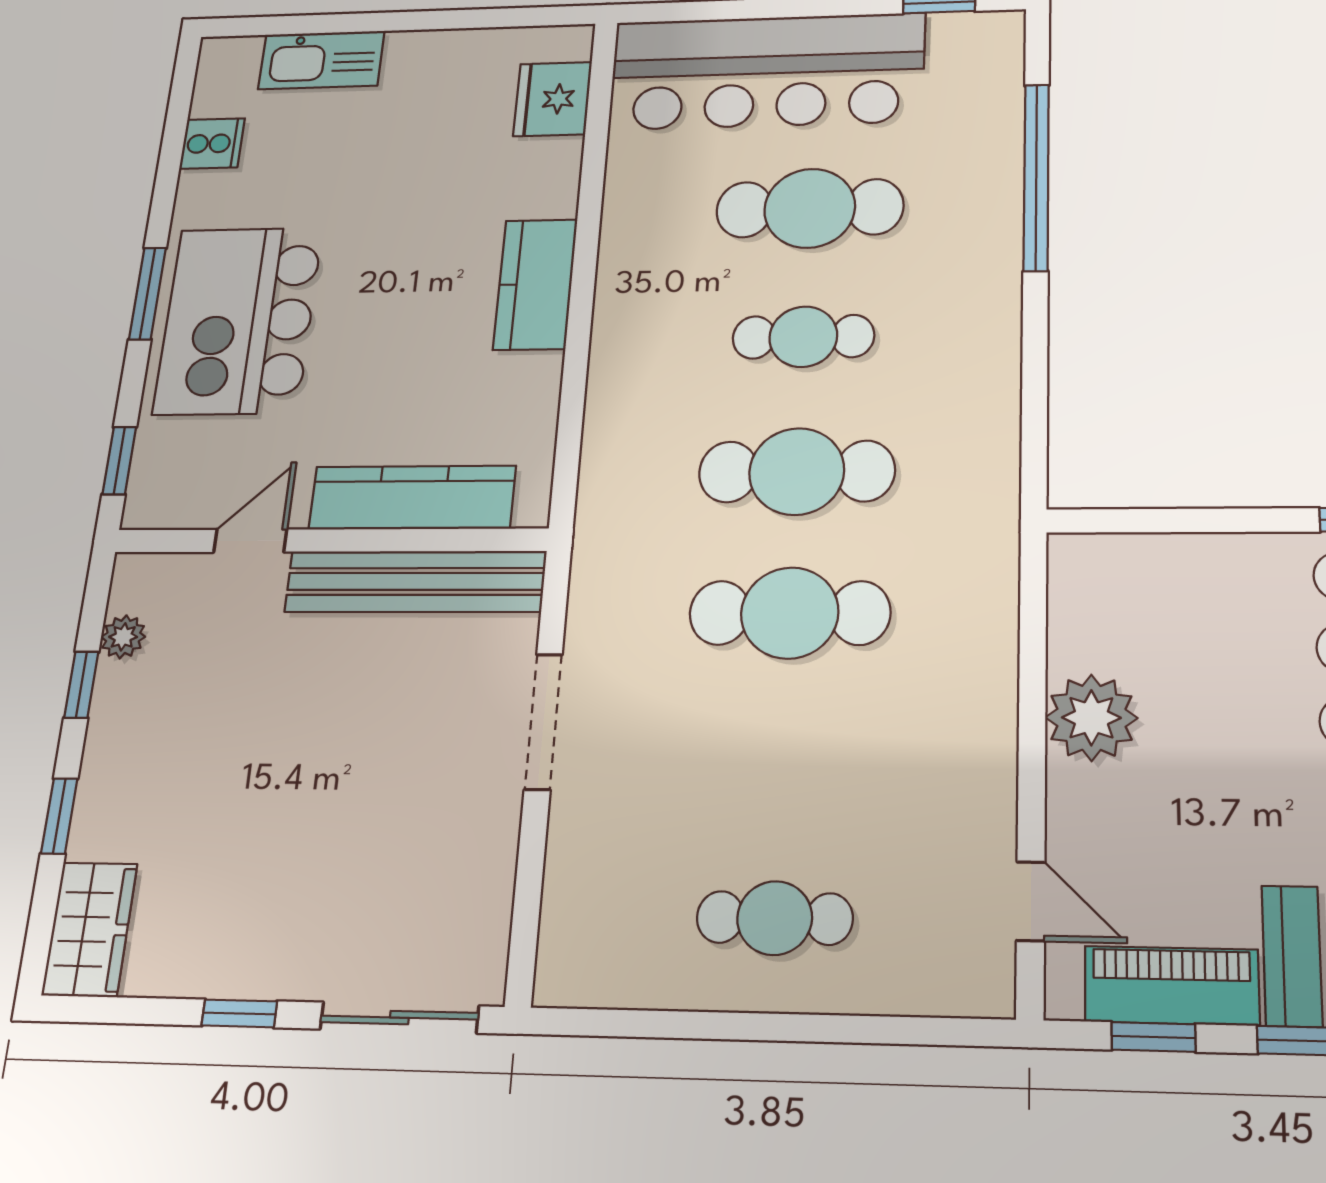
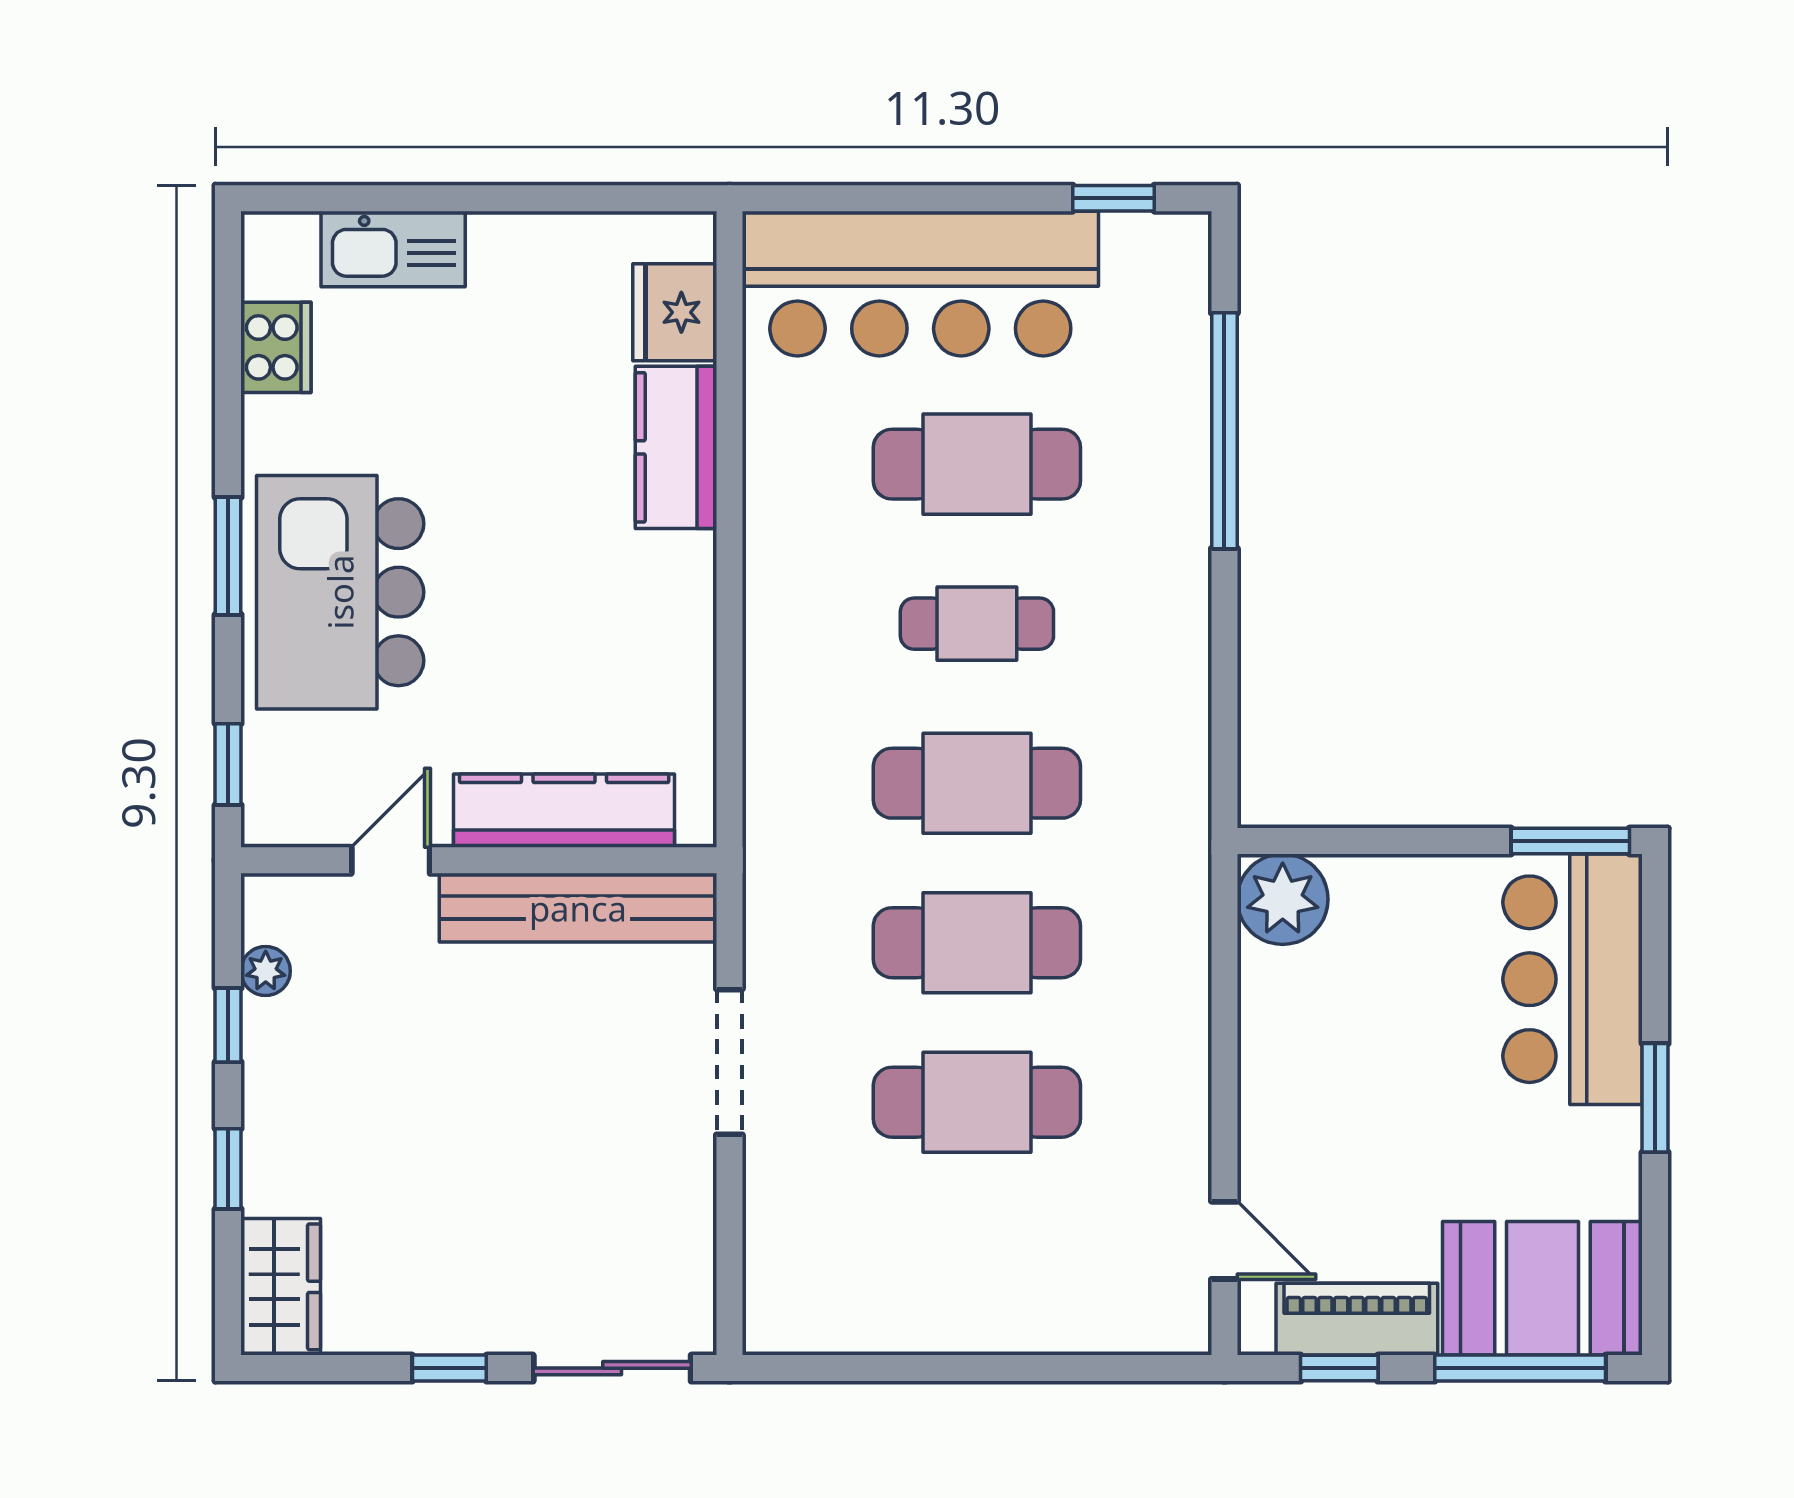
cooker: (212, 144) -> (276, 347), width x1.36
kitchen counter: (535, 284) -> (676, 447), moved
plant: (1091, 718) -> (1283, 899), moved
cafe table: (775, 918) -> (977, 1102), moved, width x1.37, depth x1.35

